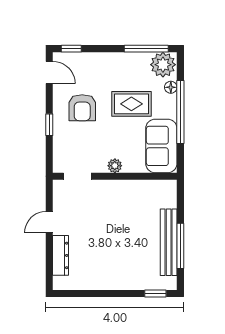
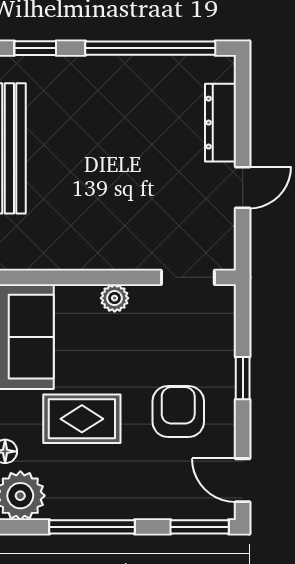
window: (71, 49) -> (200, 527), width x1.50
window: (146, 49) -> (92, 527), moved
window: (96, 293) -> (150, 48), added

